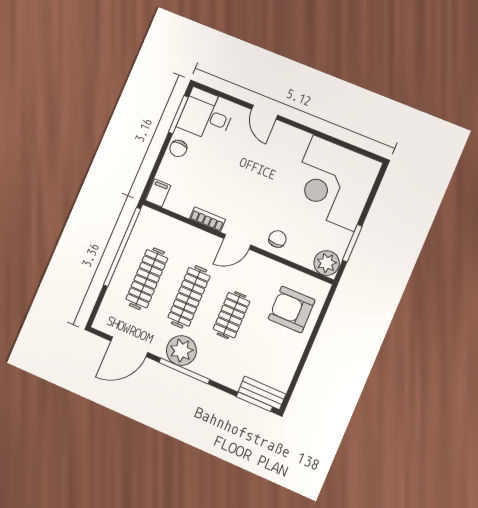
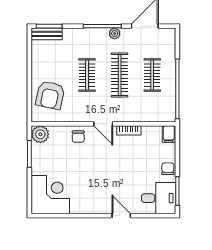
corner desk: (334, 183) -> (50, 195), width x0.74, depth x0.74
door: (237, 242) -> (103, 124), swing flipped
clothes rail: (147, 279) -> (152, 75), width x0.73
armchair: (292, 309) -> (50, 95), turned 102
plant: (181, 351) -> (115, 34), width x0.53, depth x0.53

